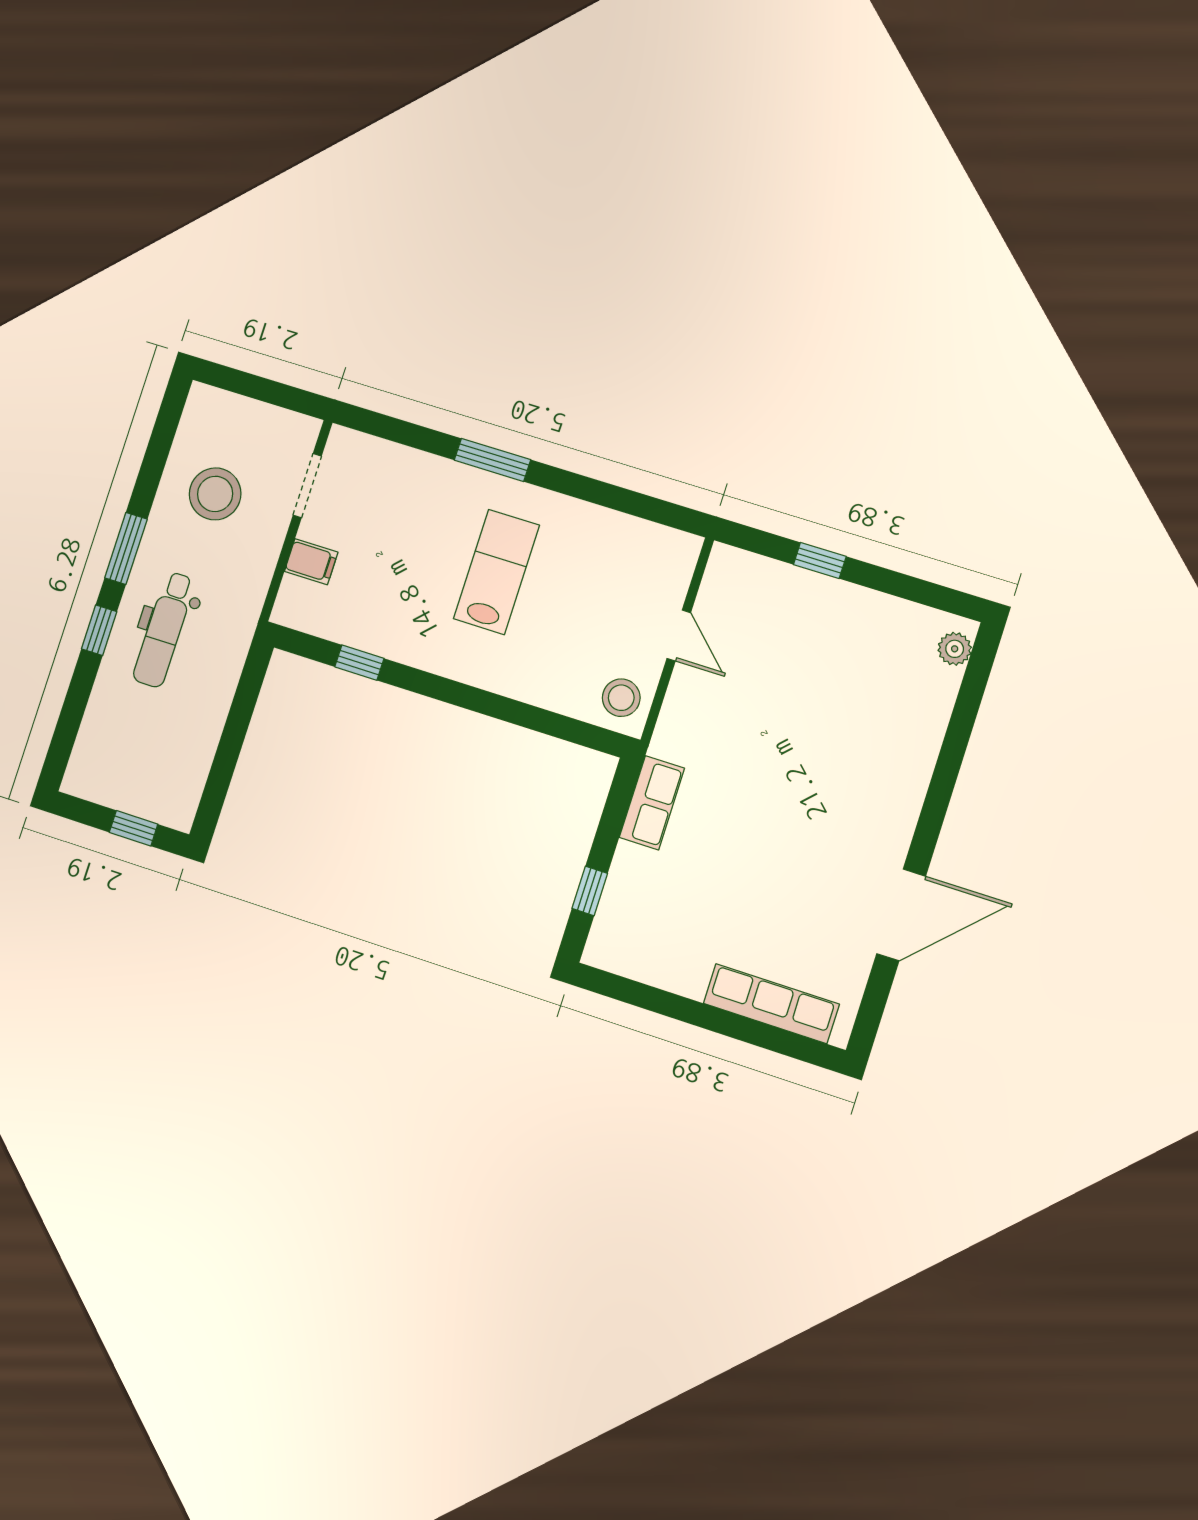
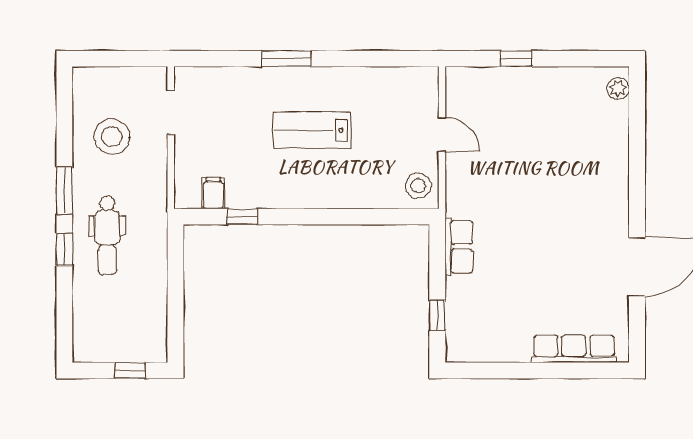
filing cabinet: (311, 562) -> (213, 193), moved, turned -90
lab bench: (496, 572) -> (312, 130), turned -90

